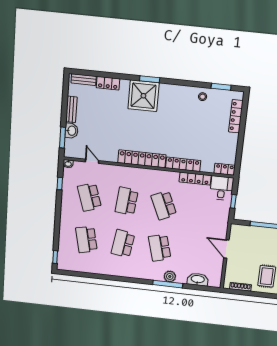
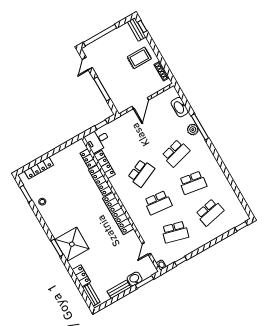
locker: (225, 169) -> (88, 159), moved
school desk: (89, 197) -> (175, 232), turned 33

